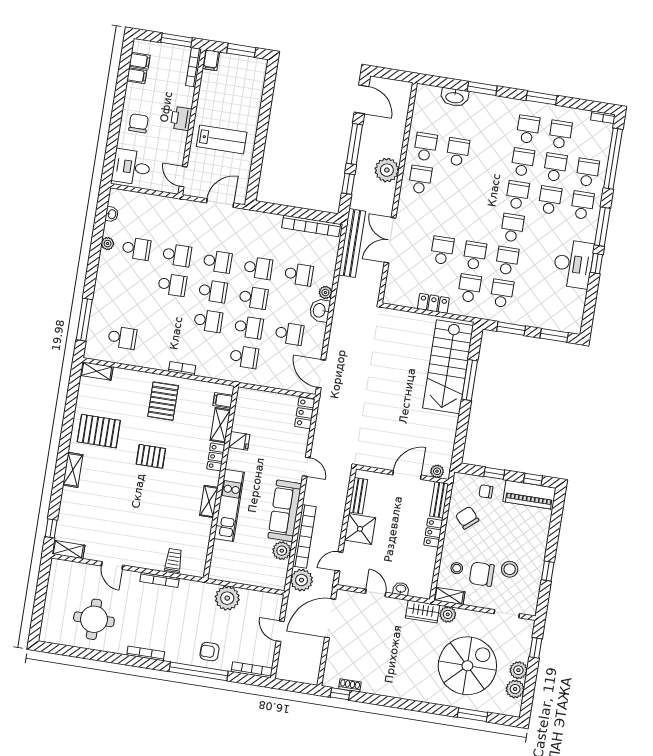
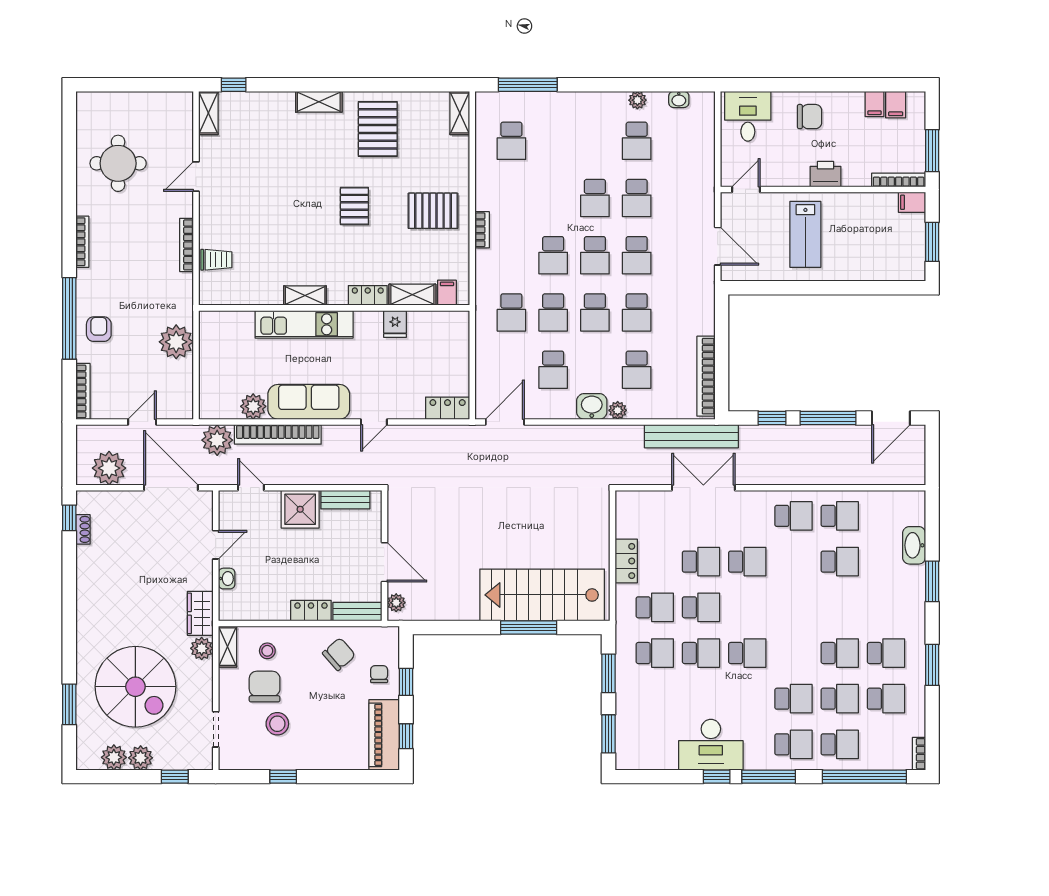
plant: (387, 170) -> (109, 468), moved
school desk: (517, 195) -> (747, 562), moved

